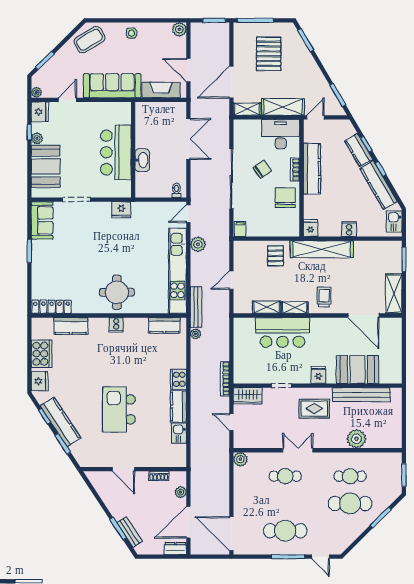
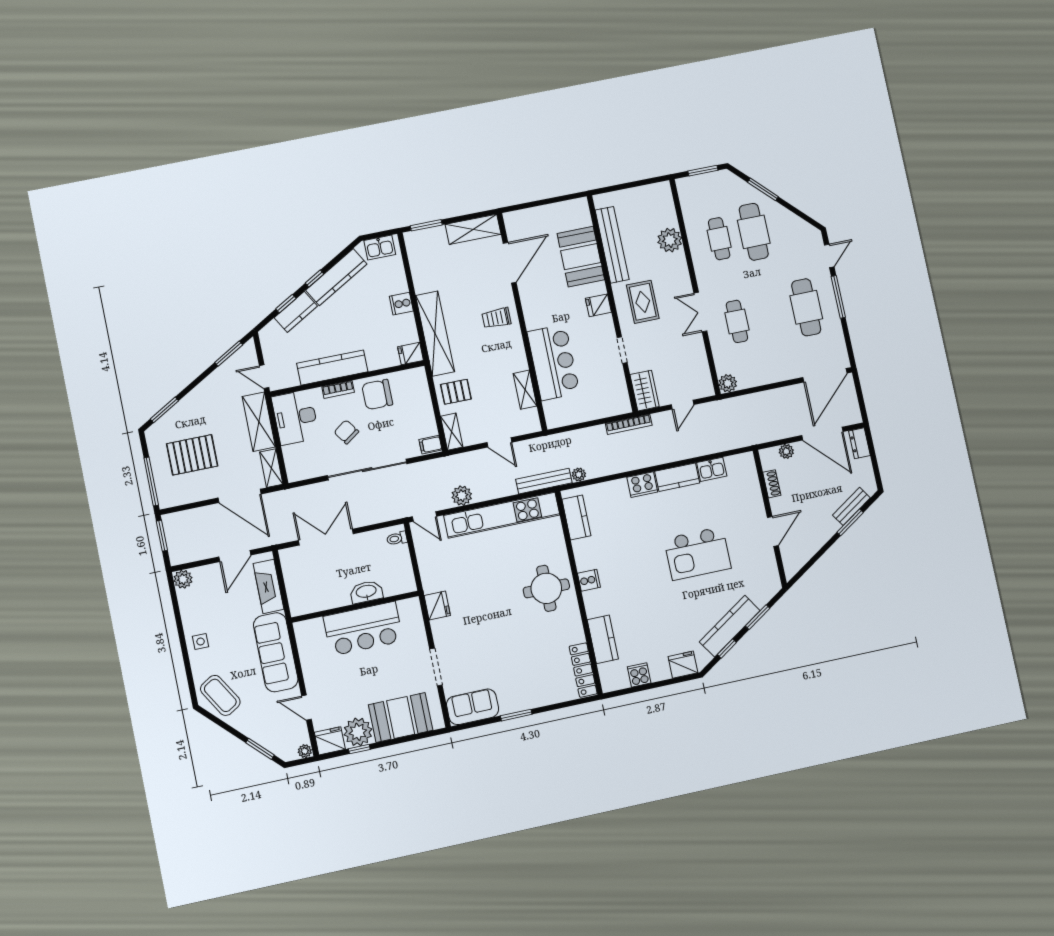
plant: (37, 138) -> (358, 732), width x1.88, depth x1.88
shelving: (295, 308) -> (452, 432), moved
cooker: (42, 354) -> (639, 675), width x0.53, depth x0.76

